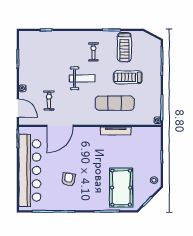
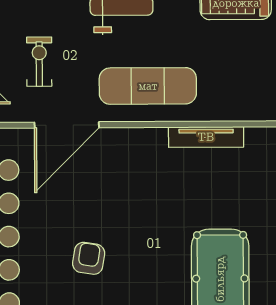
exercise mat: (115, 103) -> (148, 86), moved

